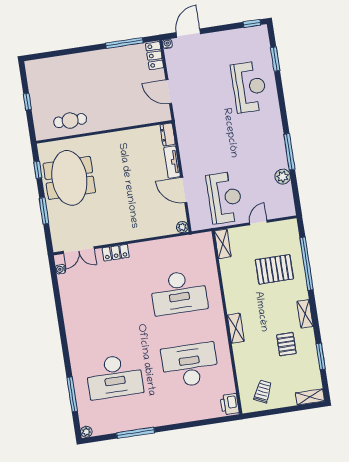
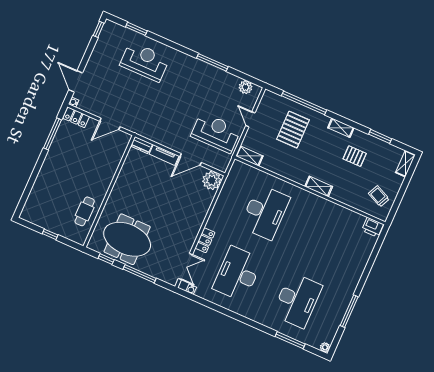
plant: (283, 177) -> (246, 87), moved
window: (44, 211) -> (140, 274), width x1.44
plant: (182, 227) -> (212, 180), width x1.87, depth x1.87
desk: (190, 365) -> (238, 274), moved

